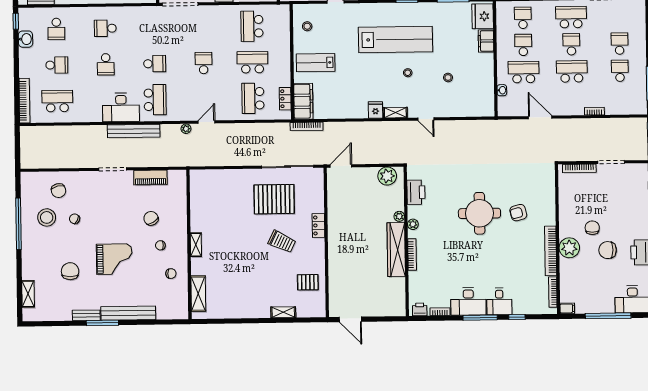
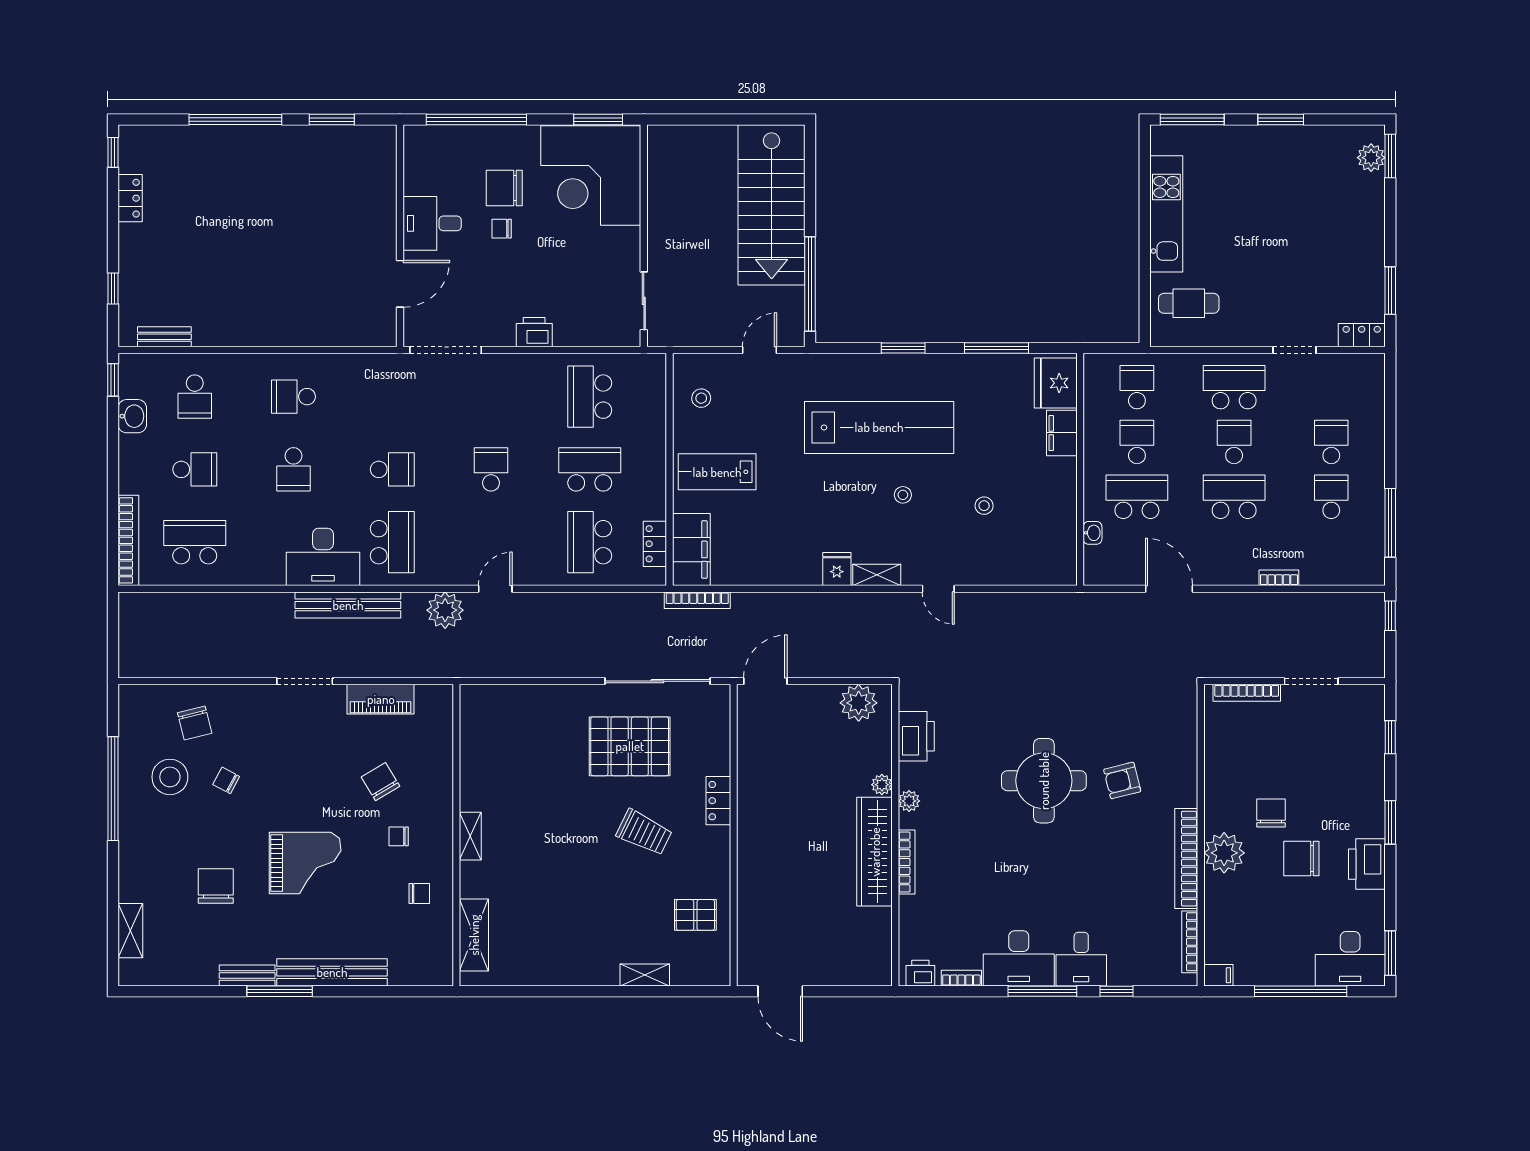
plant: (186, 129) -> (445, 610), width x1.88, depth x1.88

